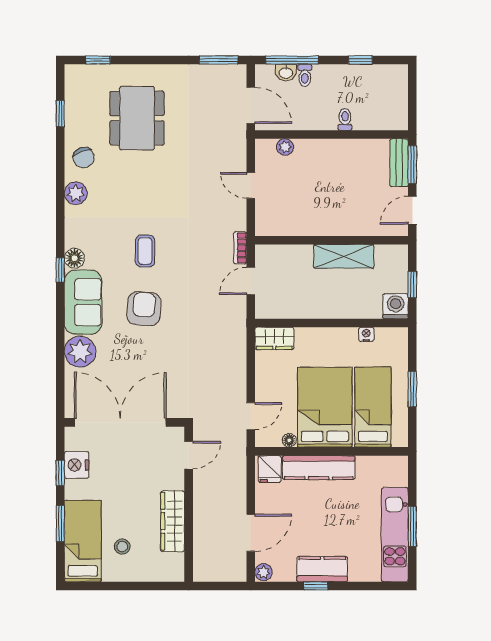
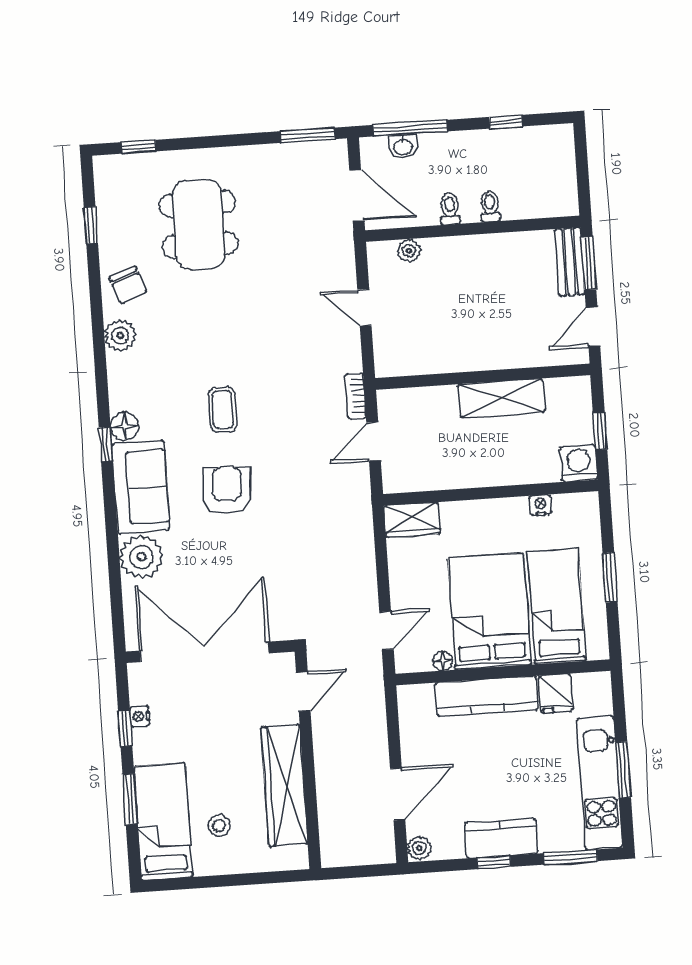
toilet: (305, 75) -> (450, 209), moved, turned 180
nightstand: (77, 465) -> (140, 716), width x0.53, depth x0.56
fridge: (270, 469) -> (556, 694), moved
wardrobe: (173, 521) -> (284, 786), width x1.40, depth x1.17
window: (371, 586) -> (571, 857), added

